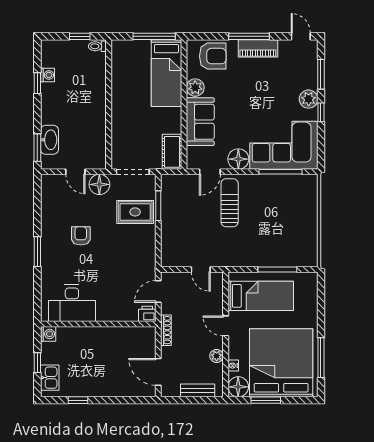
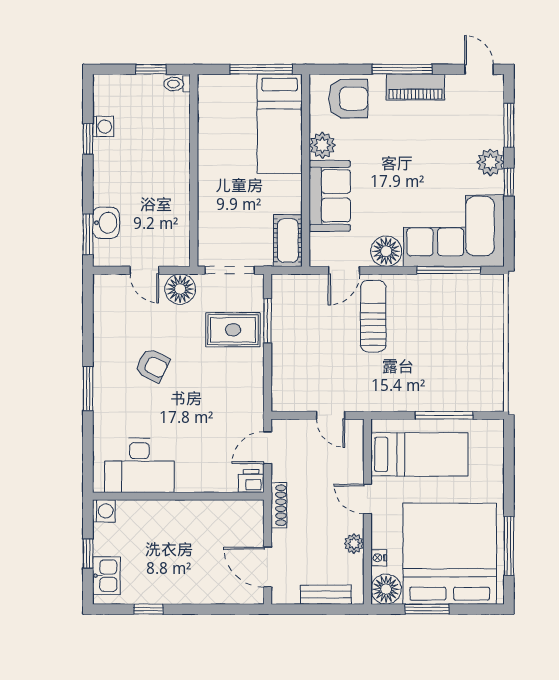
washbasin: (49, 140) -> (106, 223), width x0.72
armchair: (81, 236) -> (152, 365), turned 116

